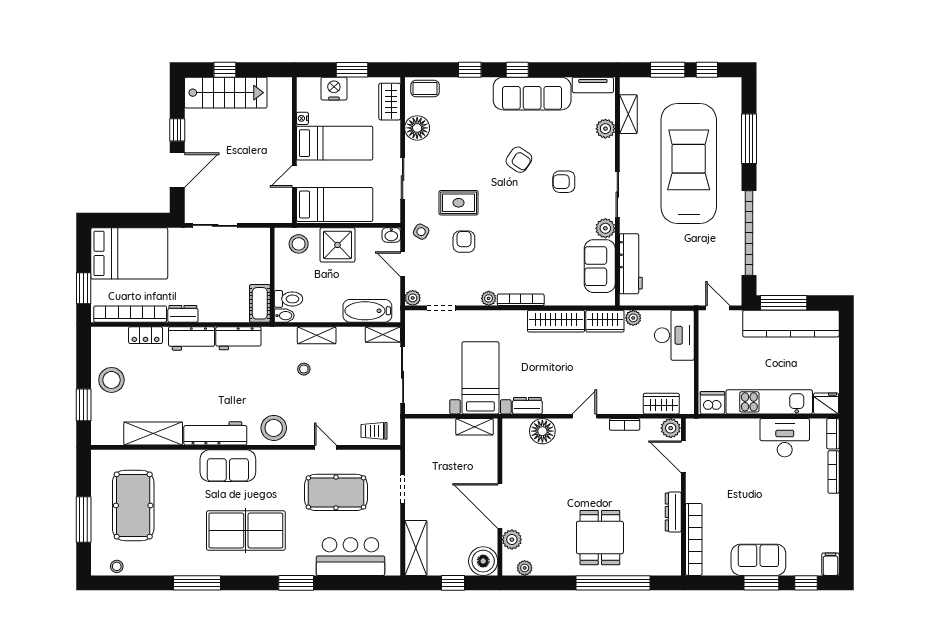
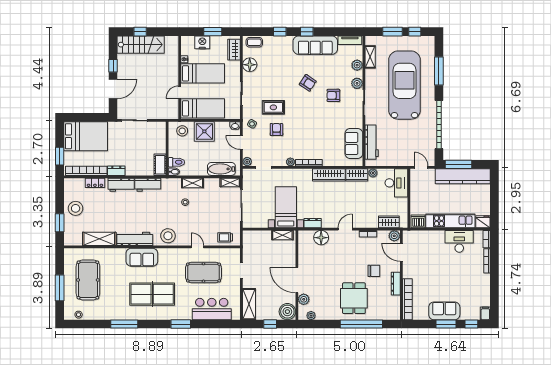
plant: (605, 228) -> (357, 83), moved
chair: (635, 490) -> (374, 271), added

